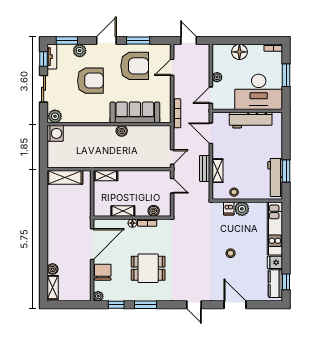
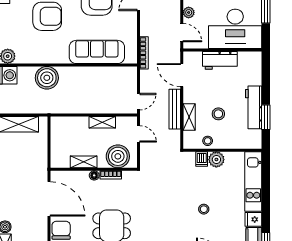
door: (211, 95) -> (182, 33), swing flipped
workbench: (251, 120) -> (220, 60), width x0.73
boiler: (122, 131) -> (47, 78), moved, width x1.86, depth x1.86
bench: (205, 168) -> (175, 109), width x1.36
stool: (244, 168) -> (218, 114), added
shelving: (106, 176) -> (102, 122), moved
workbench: (275, 177) -> (254, 107), moved
boiler: (154, 211) -> (118, 156), width x1.86, depth x1.86
door: (92, 244) -> (49, 199), hinge flipped

